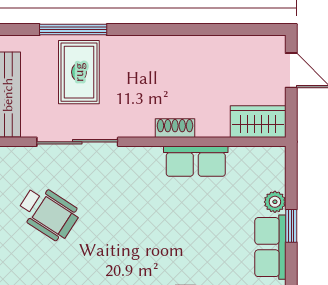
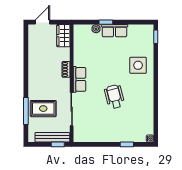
row of seats: (196, 161) -> (79, 79), moved
wheelchair: (48, 213) -> (114, 97), moved, turned -47

